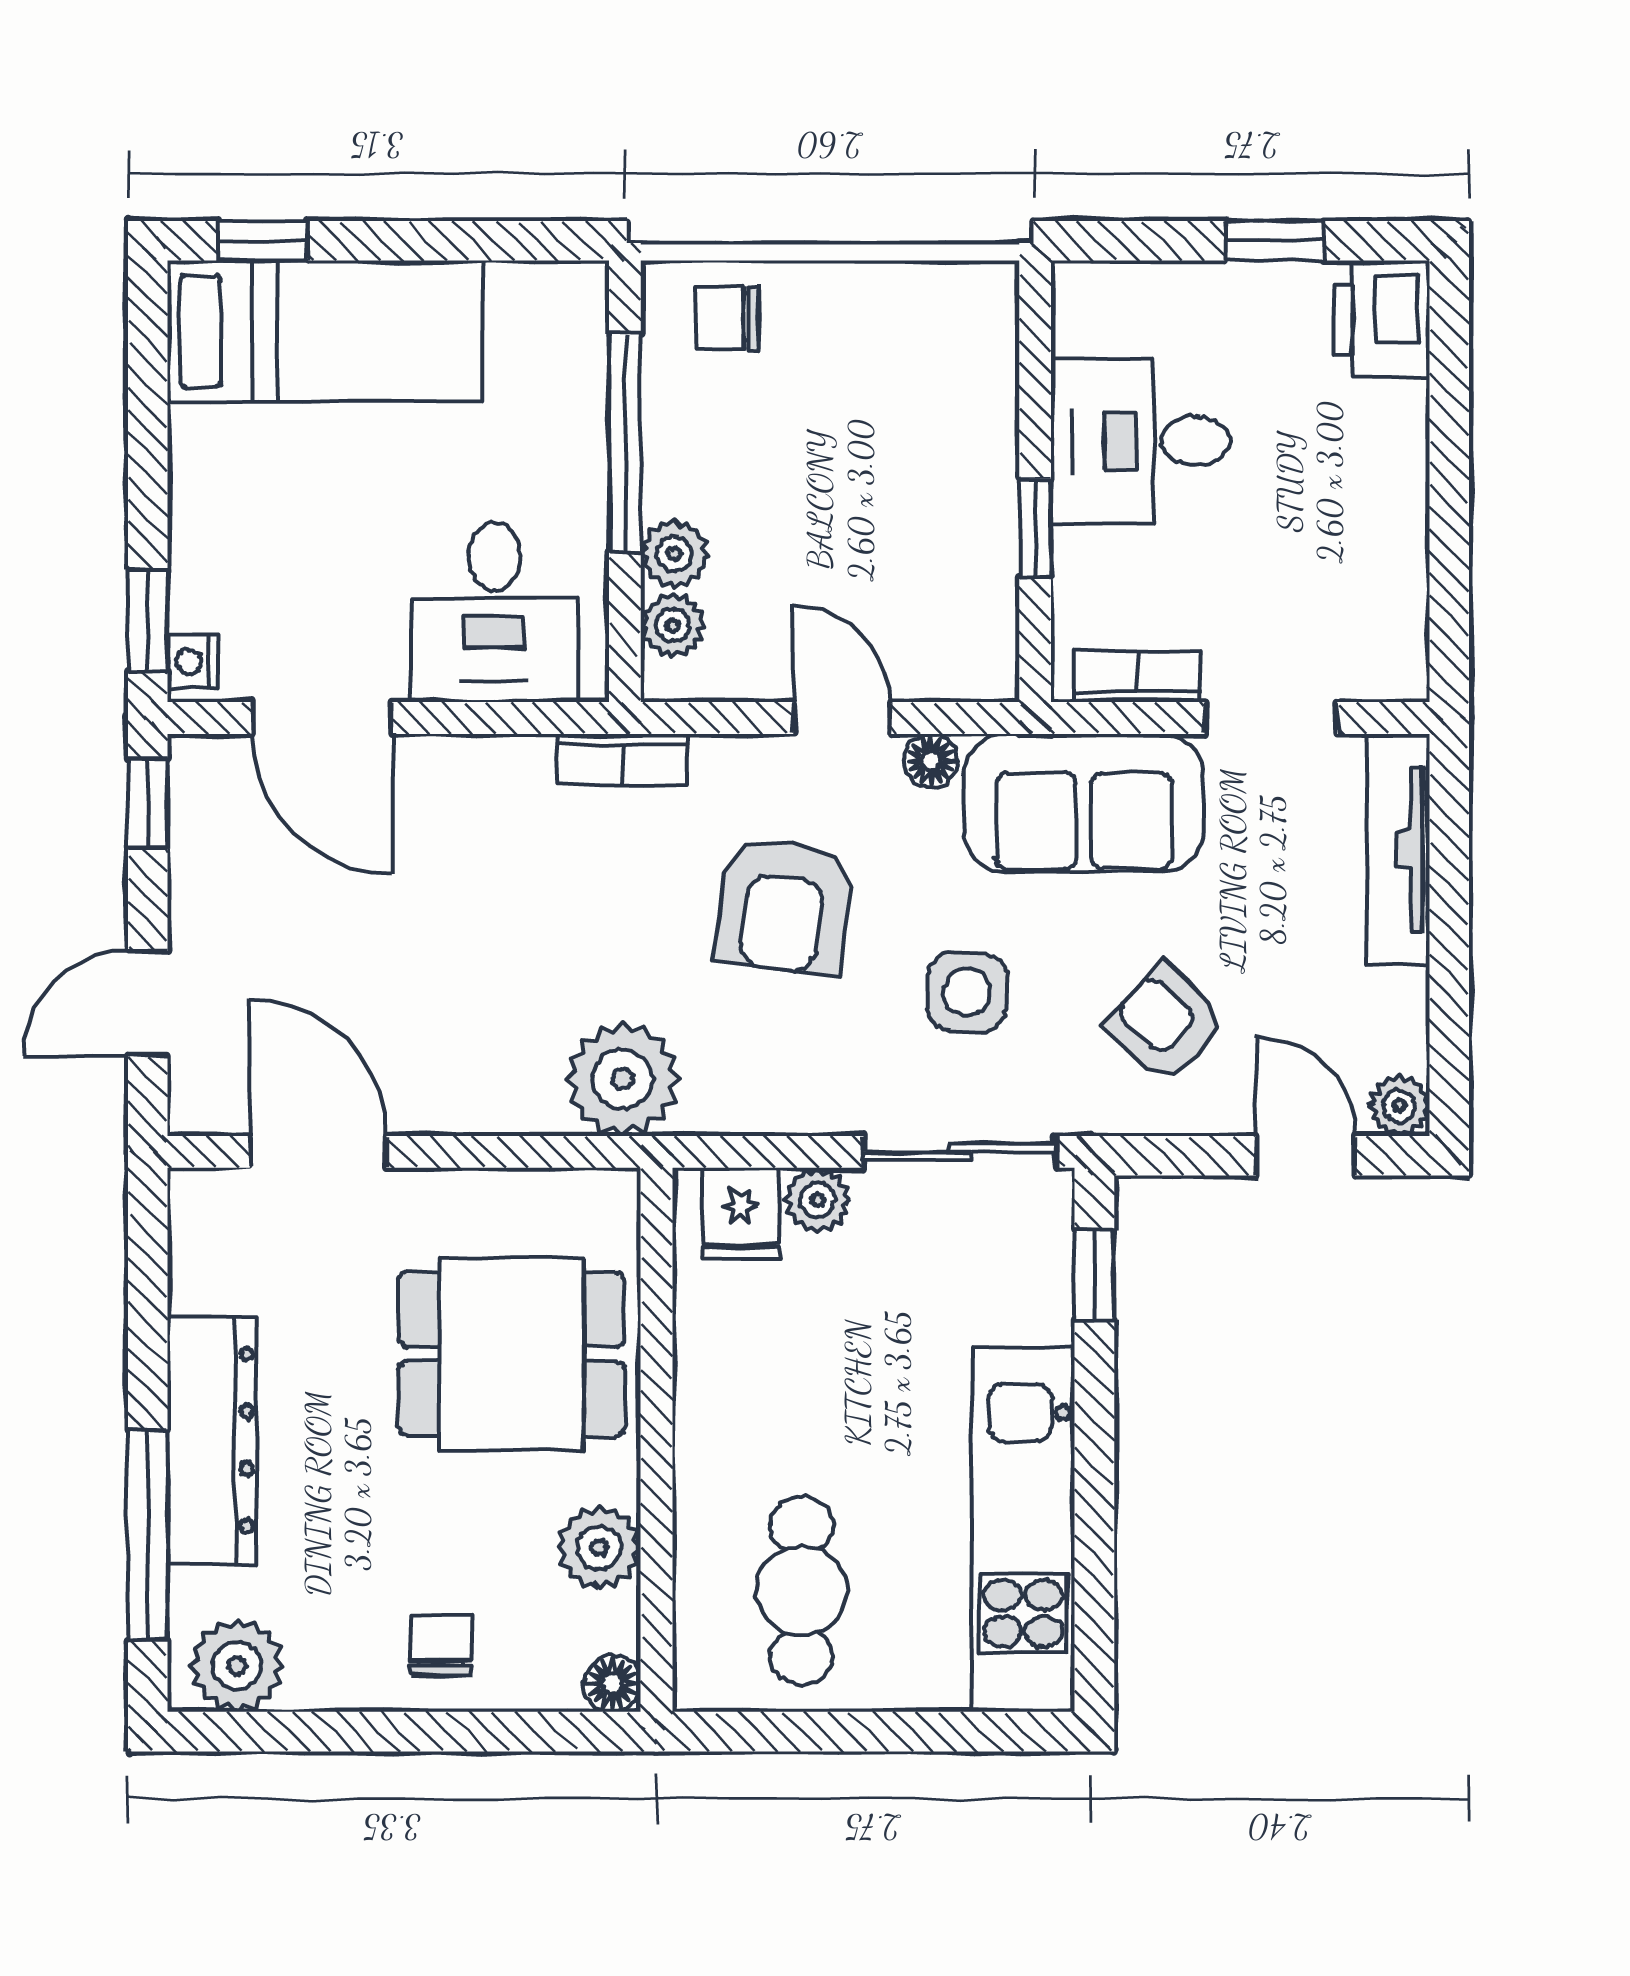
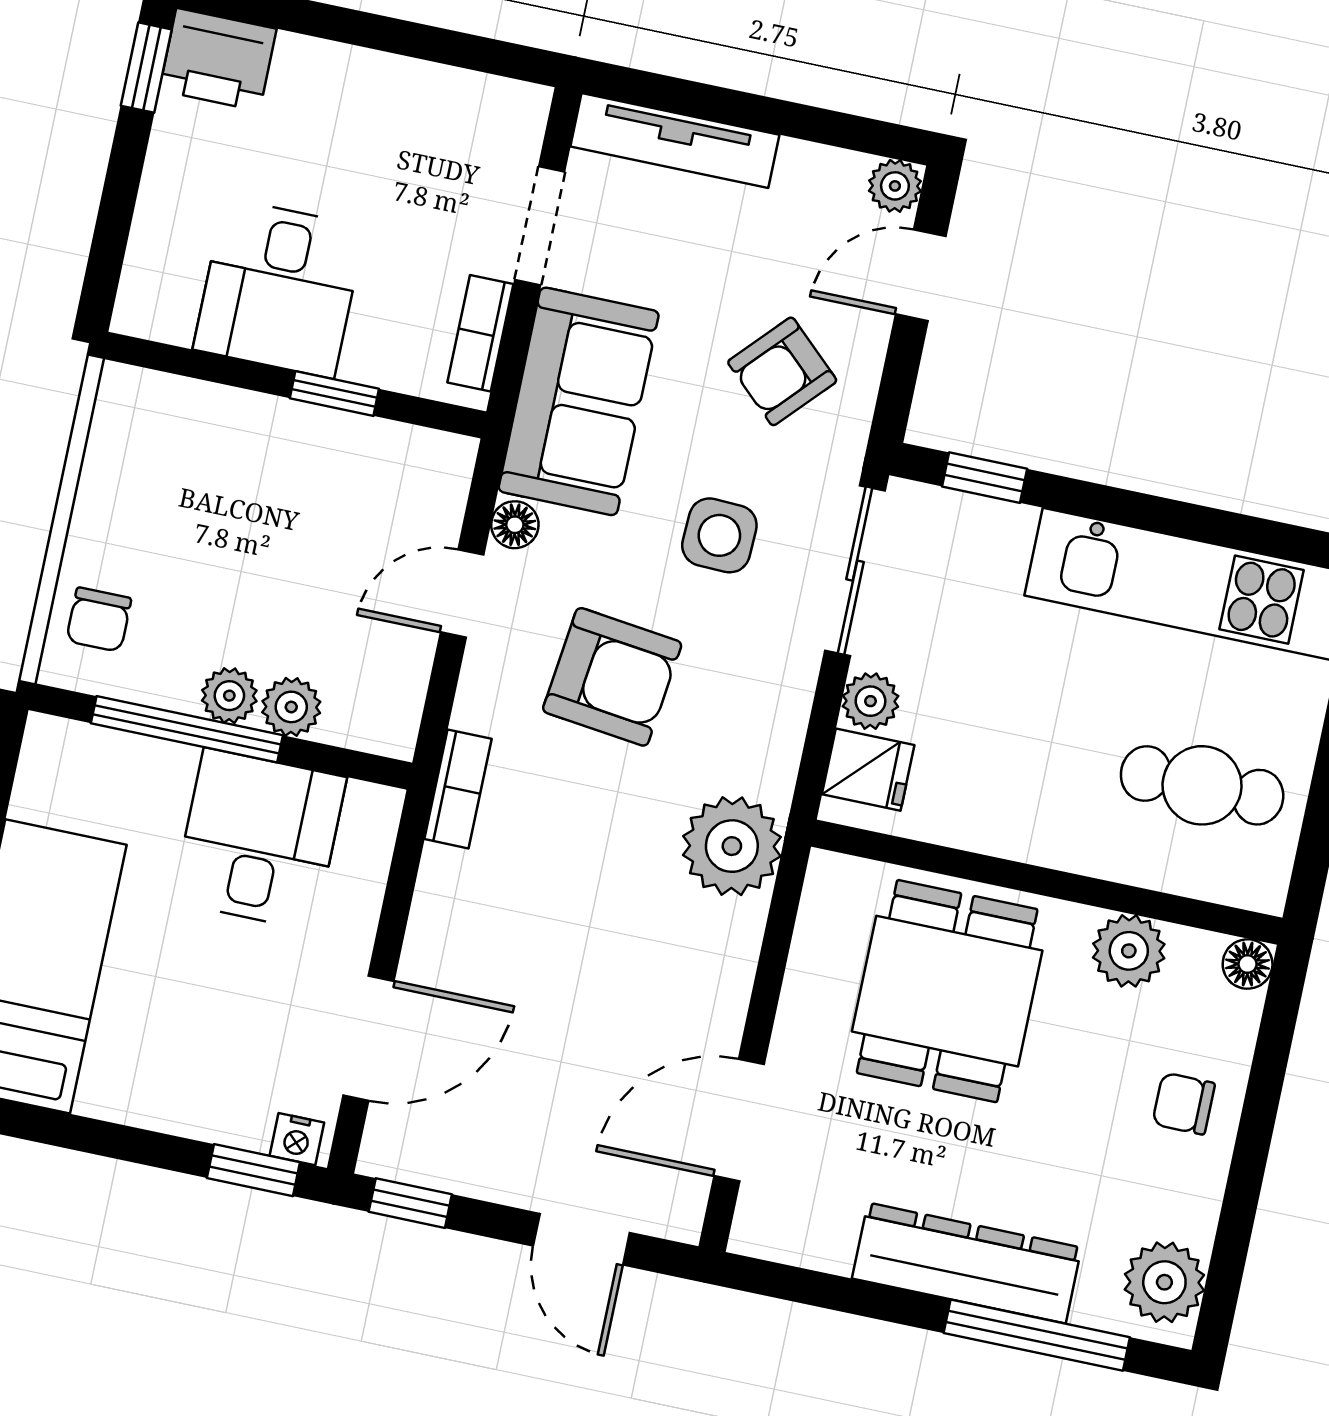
window: (1275, 241) -> (146, 68), moved
desk: (495, 612) -> (259, 839), moved, turned -90
plant: (673, 626) -> (229, 696), moved

